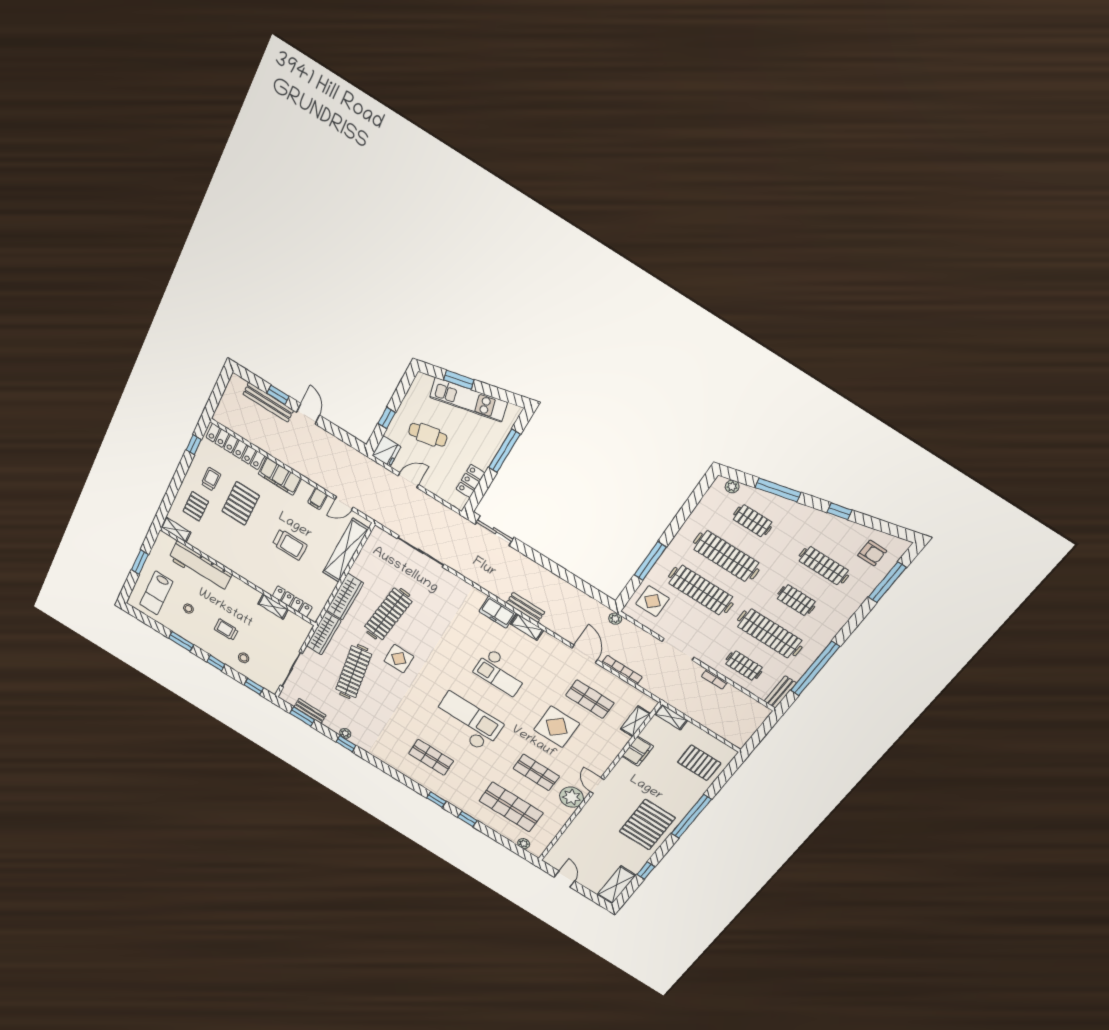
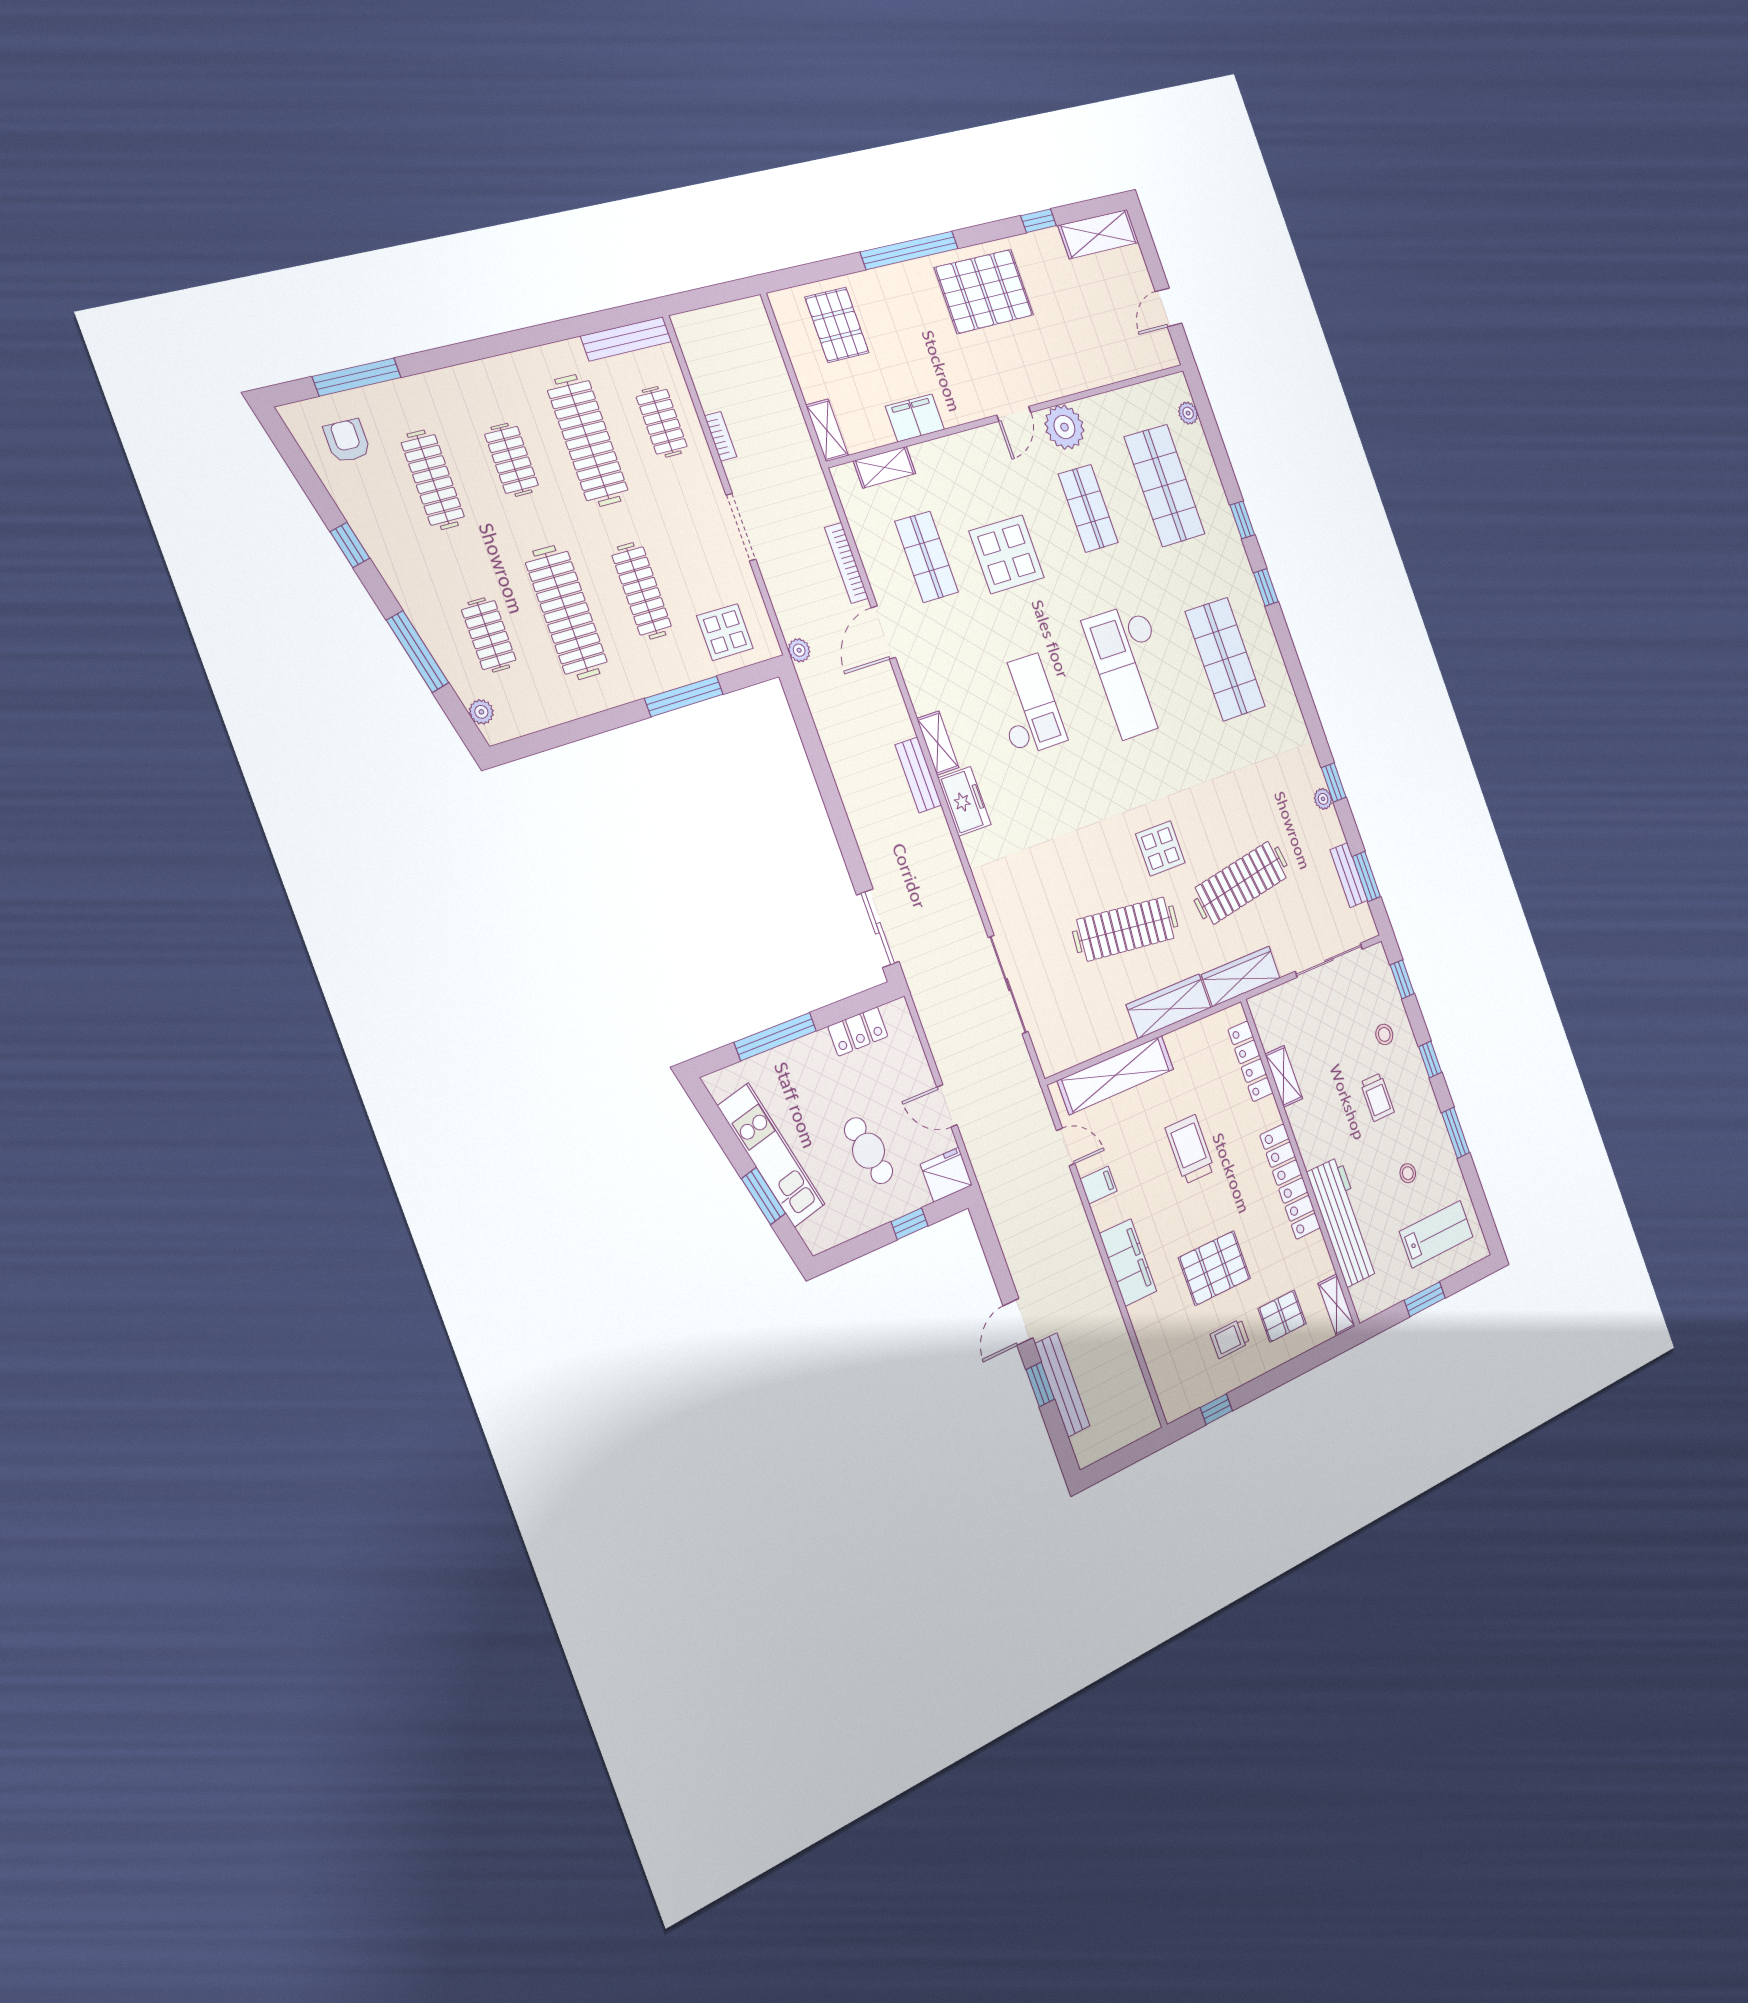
locker: (235, 447) -> (1290, 1182), moved, turned 180
clothes rail: (701, 590) -> (642, 591), width x0.73, depth x0.76
window: (815, 669) -> (559, 331), removed
bench: (780, 692) -> (626, 339), width x1.36
shop shelf: (431, 757) -> (1225, 659), width x1.43, depth x1.36

